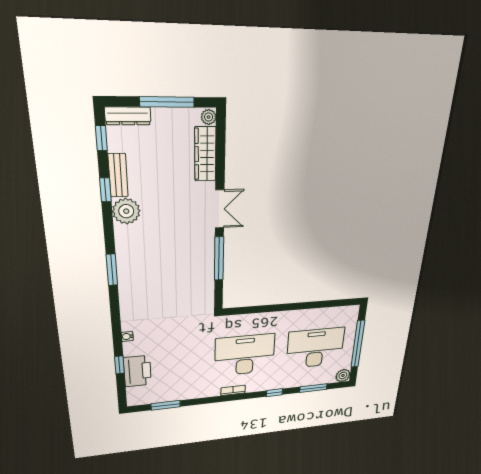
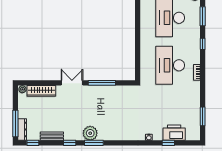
window: (167, 102) -> (15, 124), moved
window: (105, 190) -> (70, 143), moved
plant: (126, 211) -> (90, 133), moved
window: (112, 270) -> (94, 143), moved

